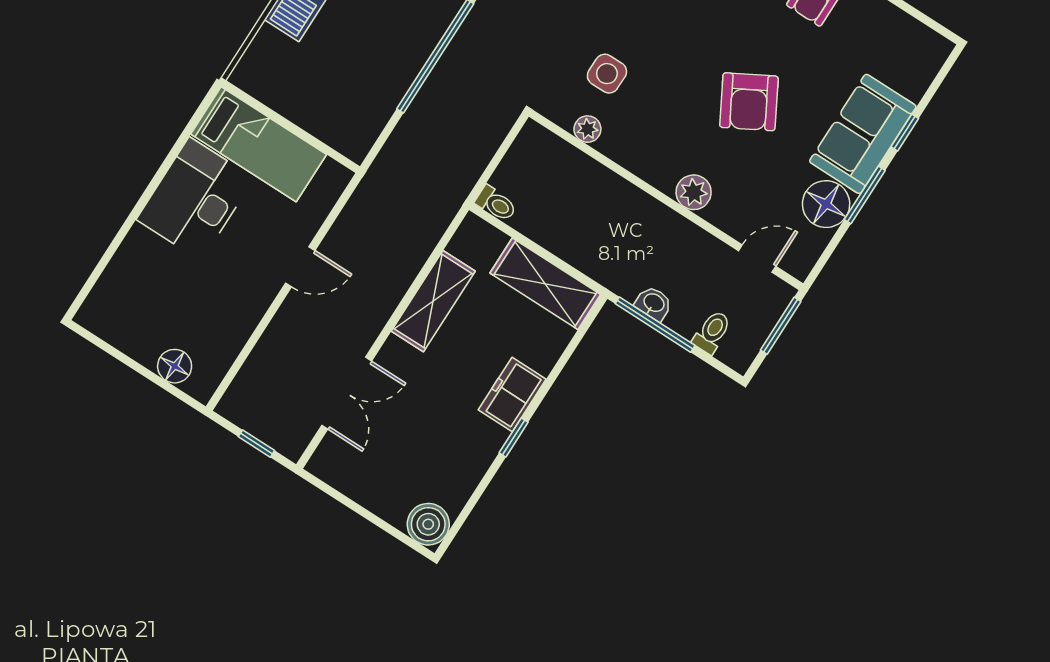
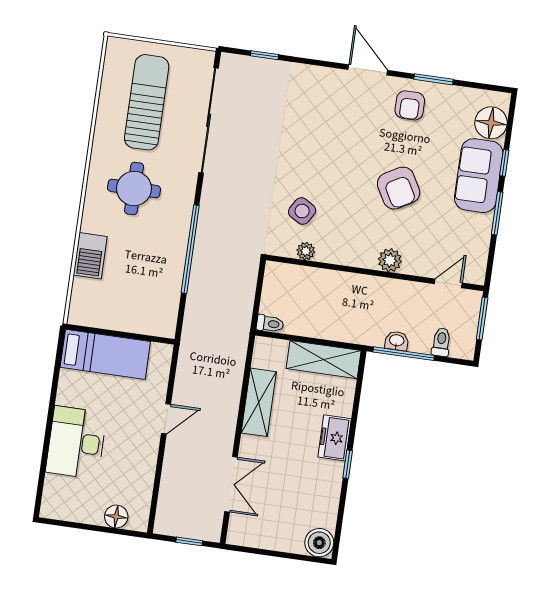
side table: (607, 74) -> (302, 211), turned 31
desk: (195, 199) -> (76, 442), moved
floor lamp: (826, 204) -> (491, 123), moved

